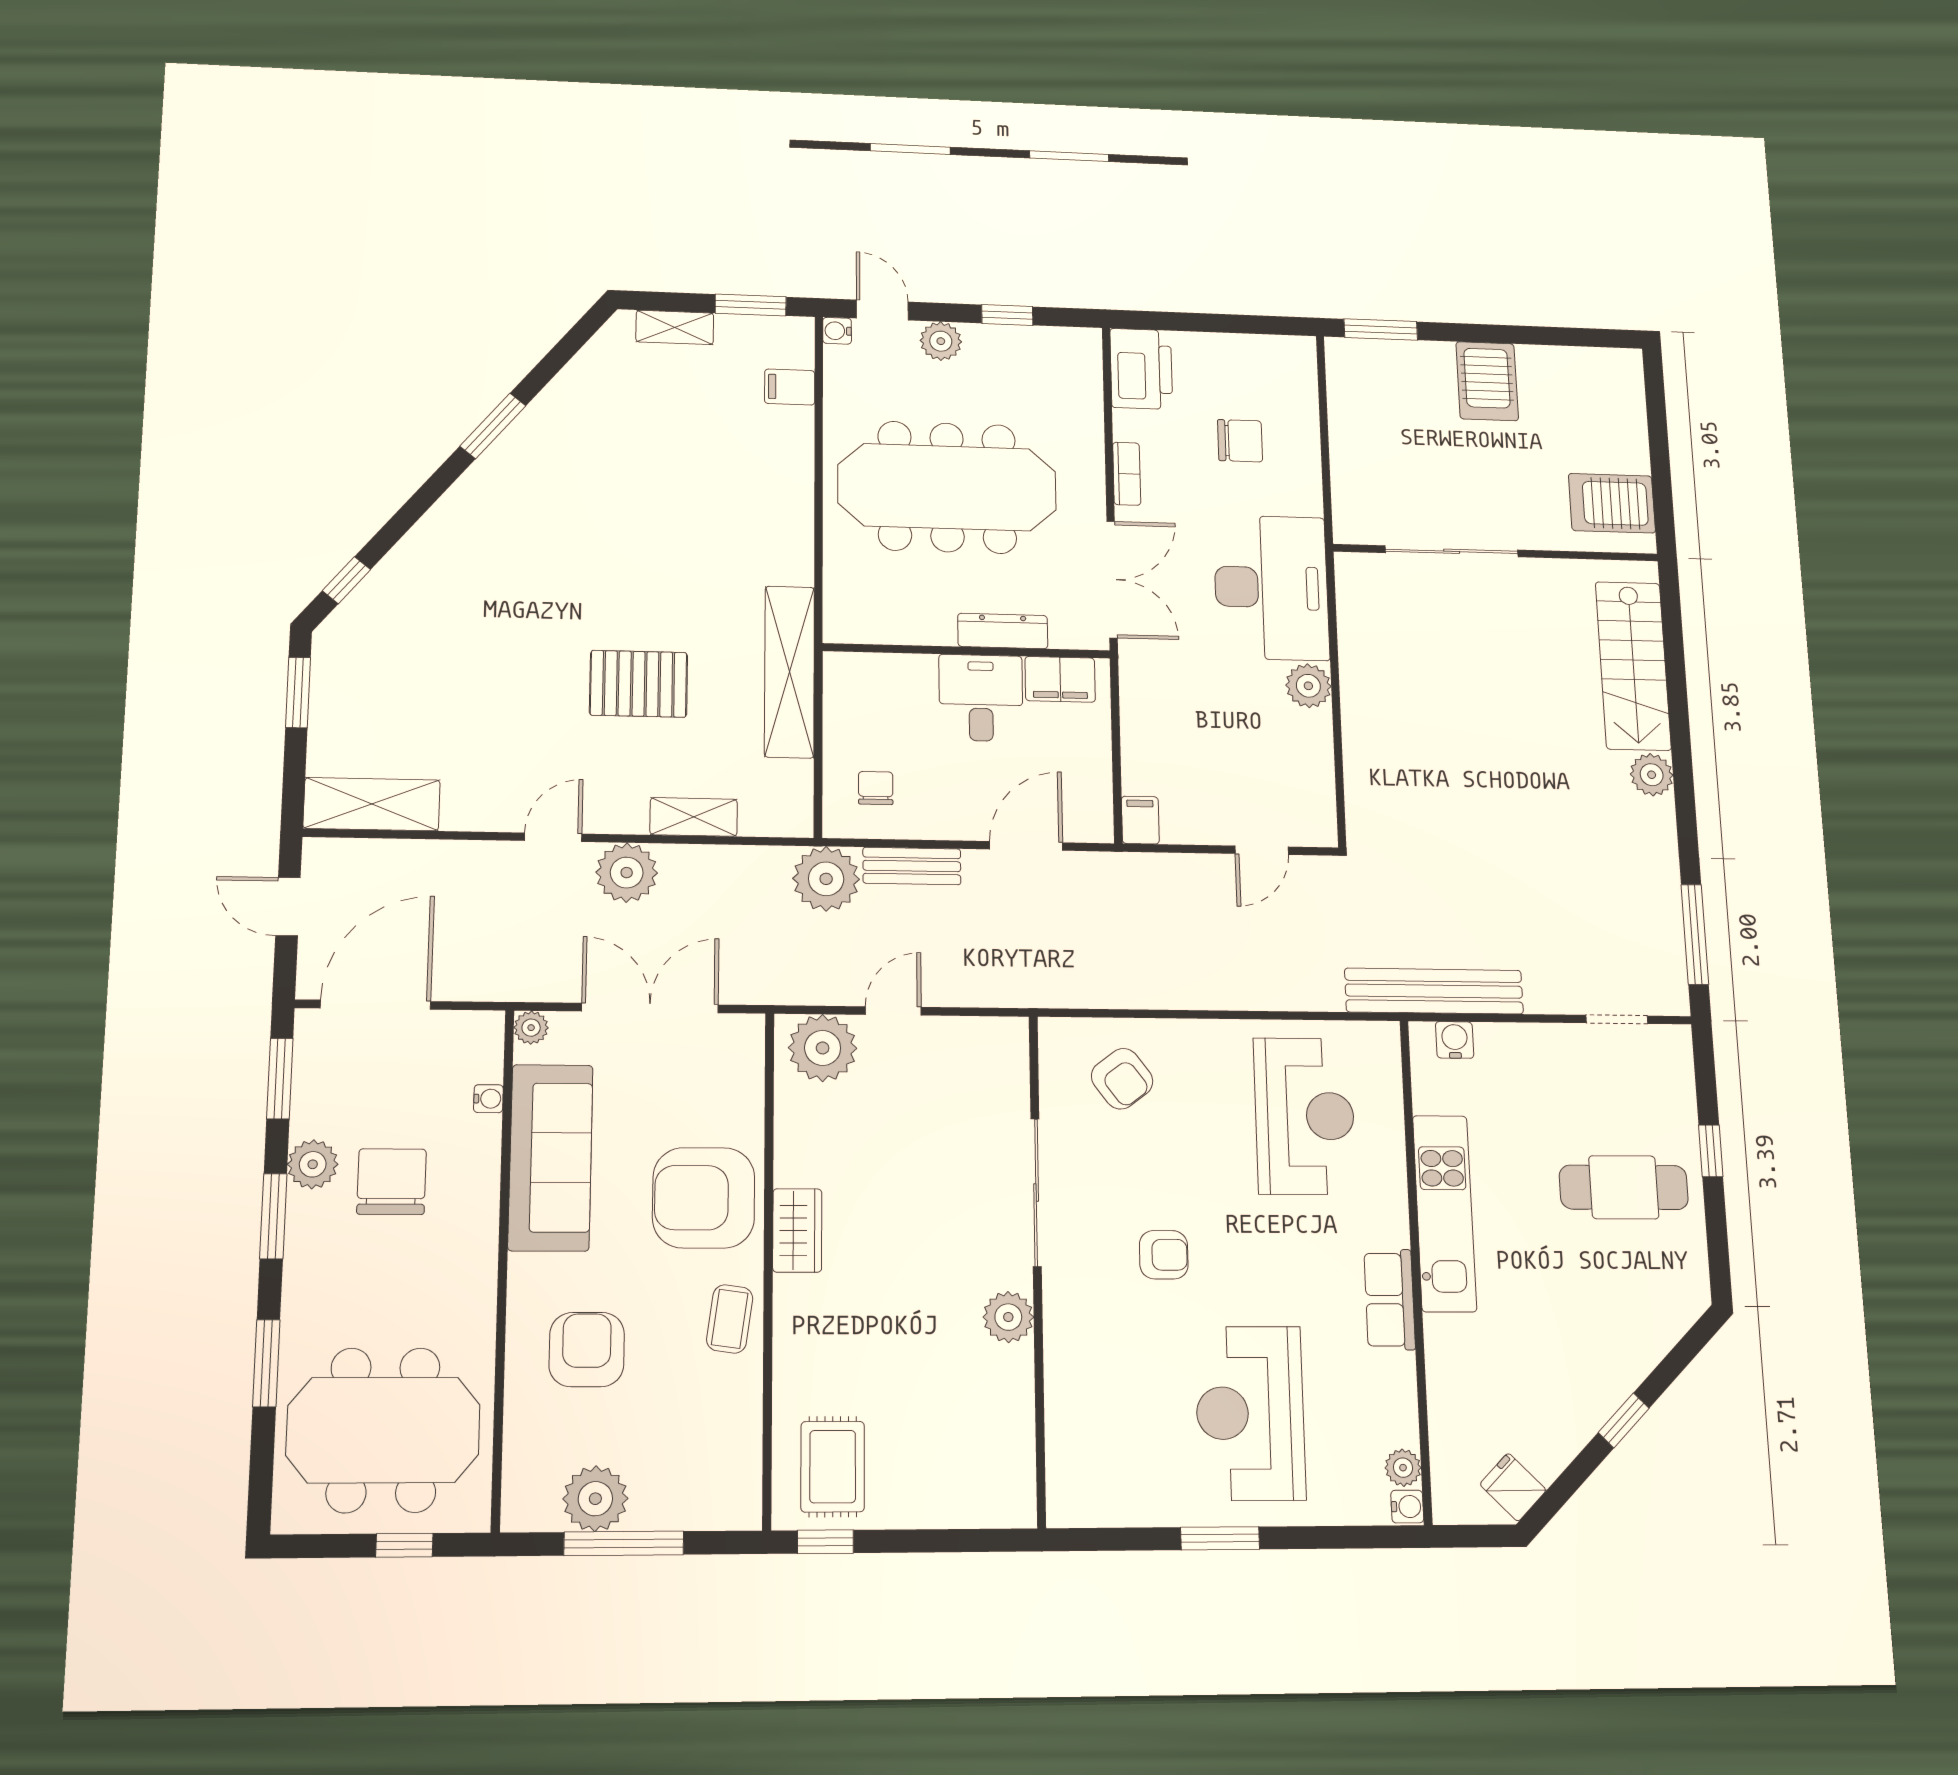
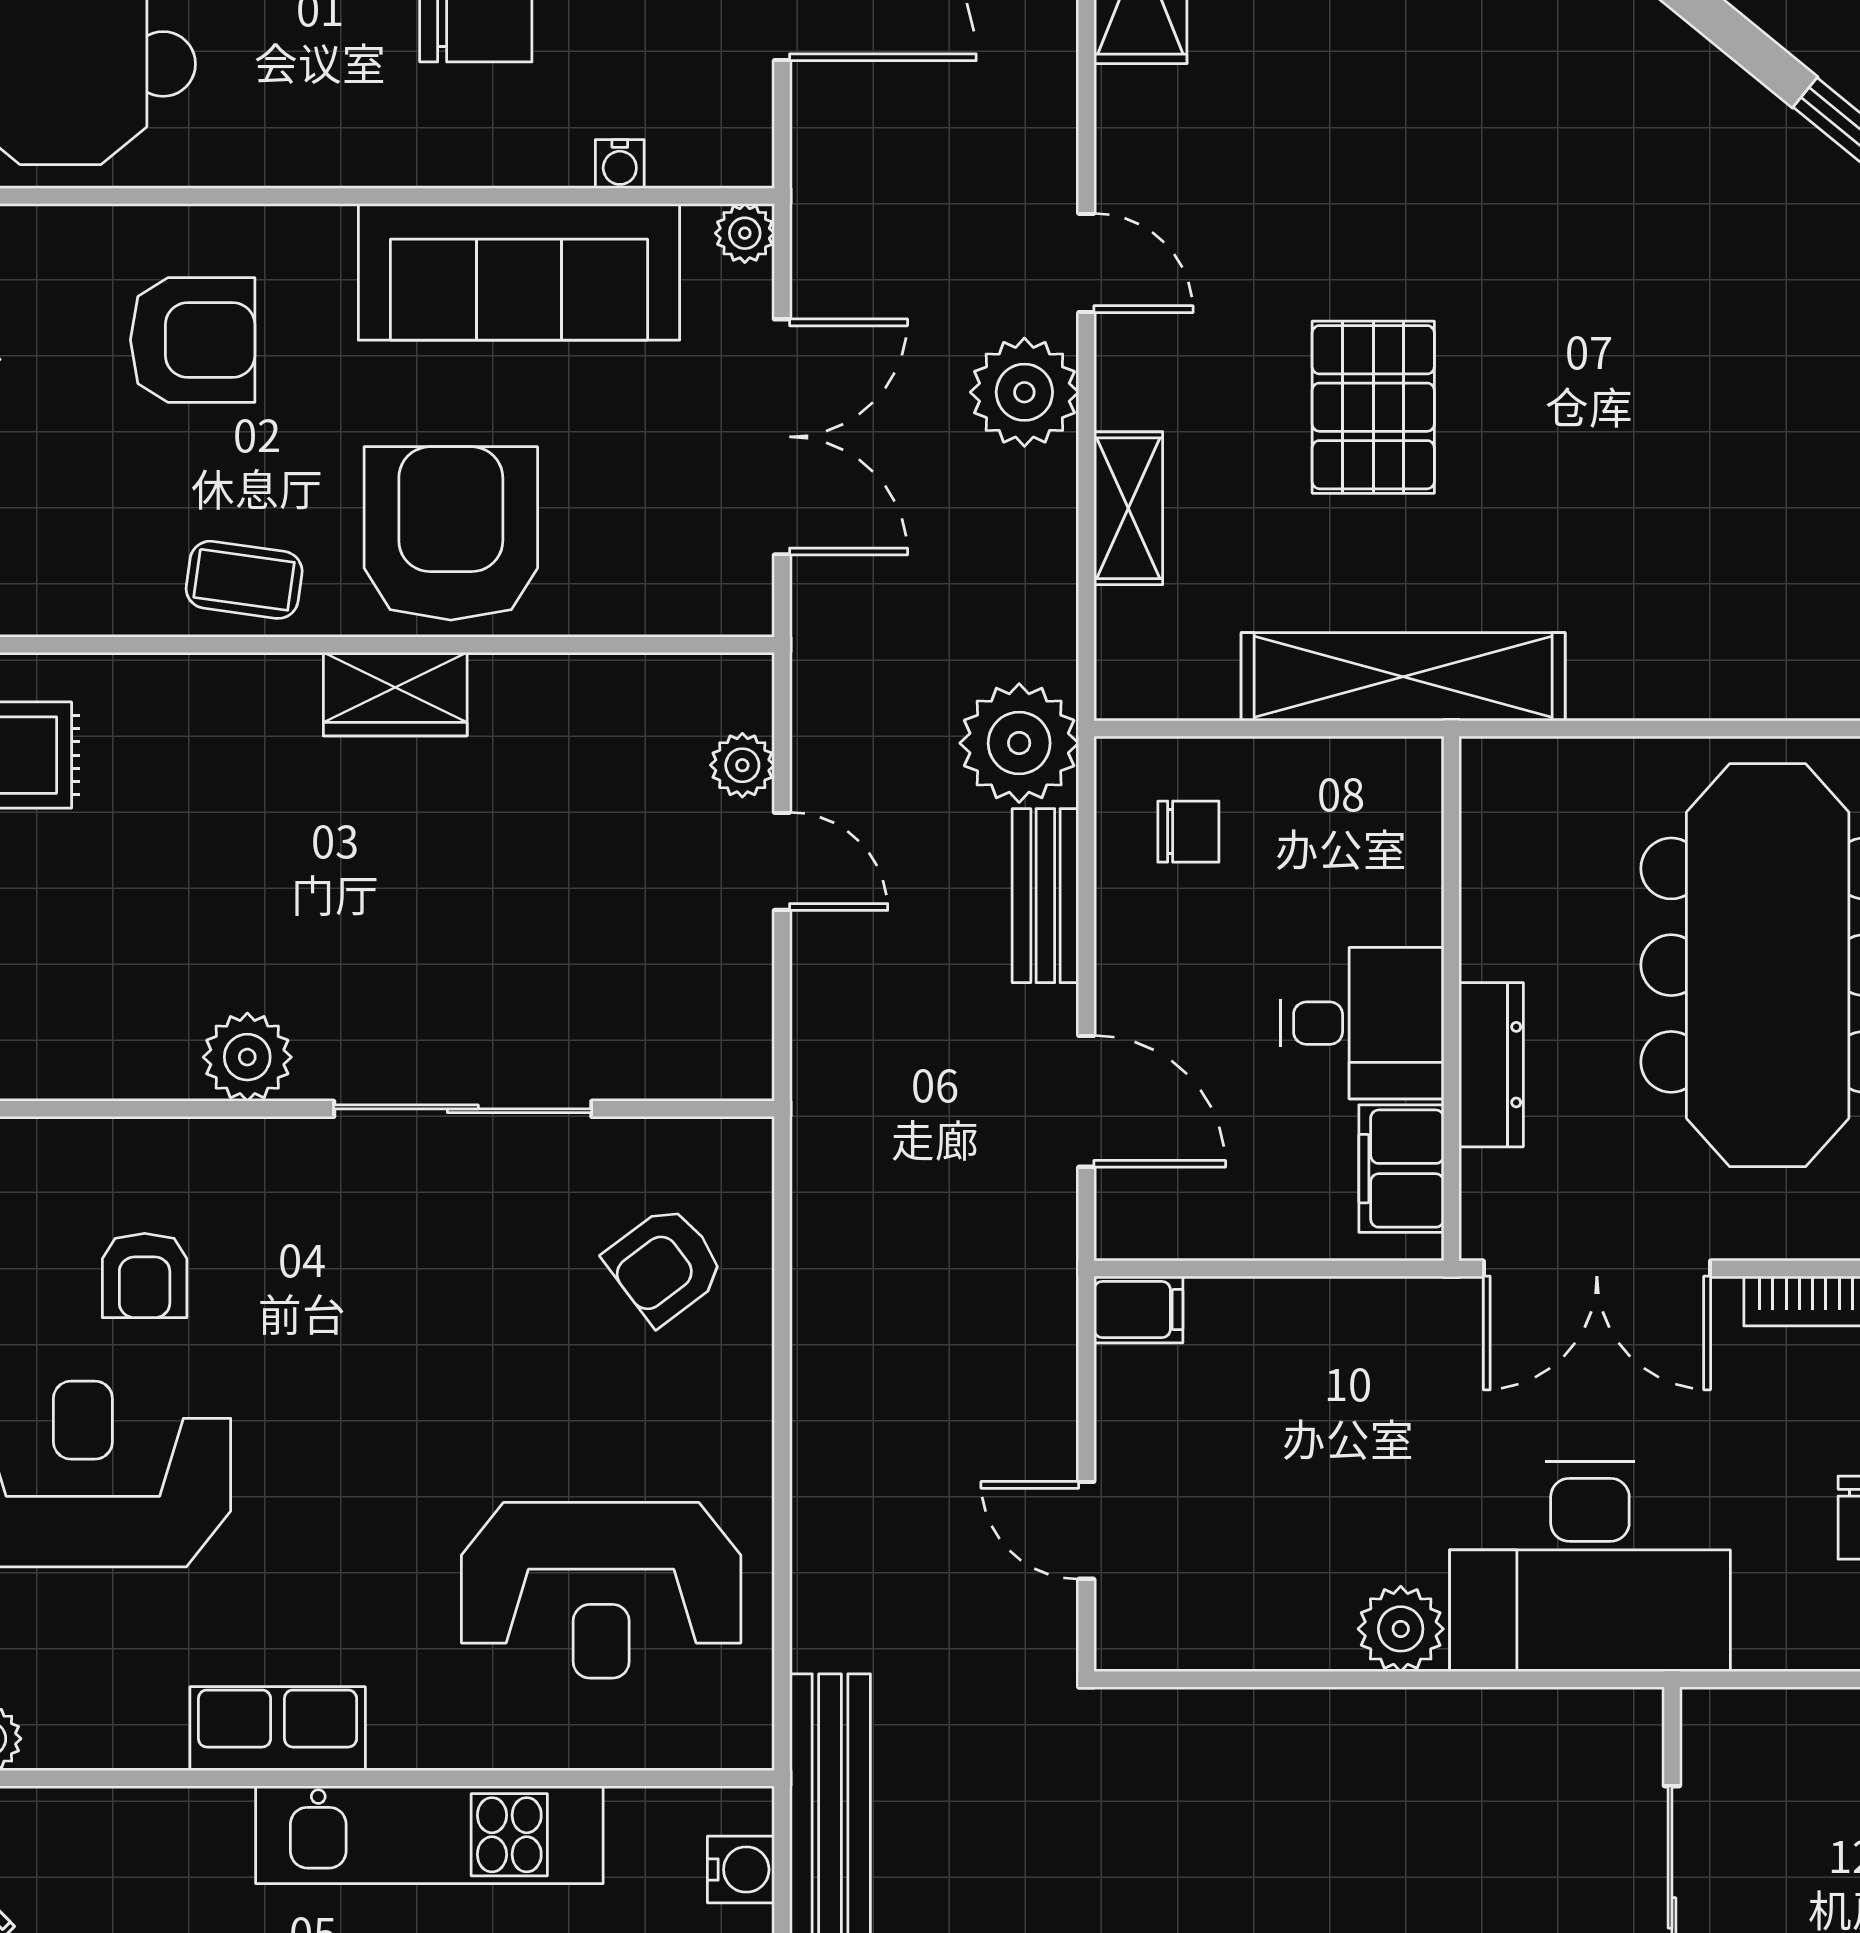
plant: (823, 1048) -> (742, 765), width x0.53, depth x0.53
armchair: (1164, 1255) -> (145, 1275), moved

